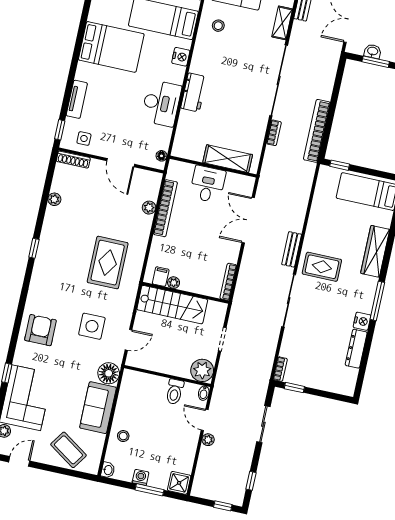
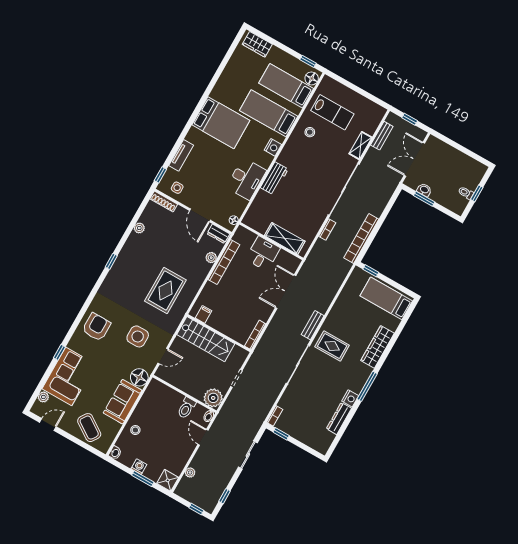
dresser: (149, 177) -> (218, 234), added
plant: (174, 283) -> (212, 322), removed
plant: (208, 440) -> (190, 473), moved

